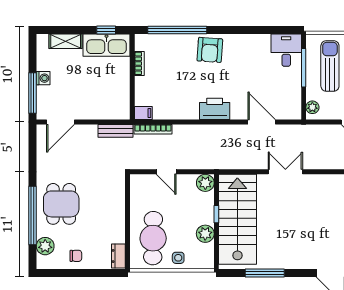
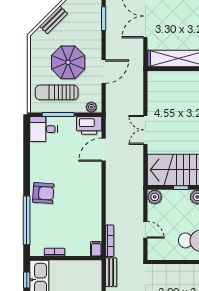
printer: (215, 109) -> (89, 125), moved, turned -90
door: (166, 172) -> (145, 230), hinge flipped

